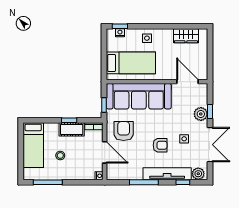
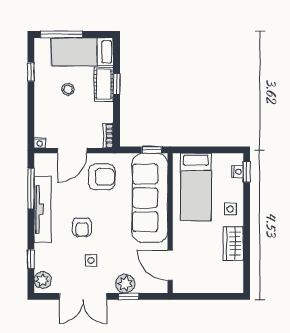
wardrobe: (186, 36) -> (233, 244), moved
door: (188, 82) -> (170, 265), swing flipped
window: (104, 105) -> (152, 150), moved
window: (69, 120) -> (117, 84), moved
cot: (72, 129) -> (104, 84), moved
window: (21, 160) -> (61, 35), added
tv unit: (167, 174) -> (43, 209), moved
window: (48, 182) -> (31, 72), width x0.46
window: (144, 182) -> (31, 189), moved

